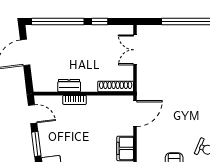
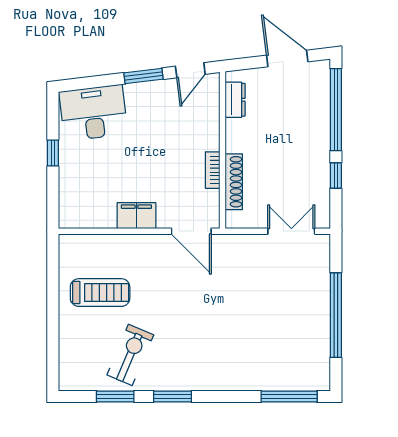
dresser: (69, 86) -> (235, 100), moved
shoe rack: (116, 86) -> (234, 182), moved
bookcase: (75, 100) -> (213, 170), moved

